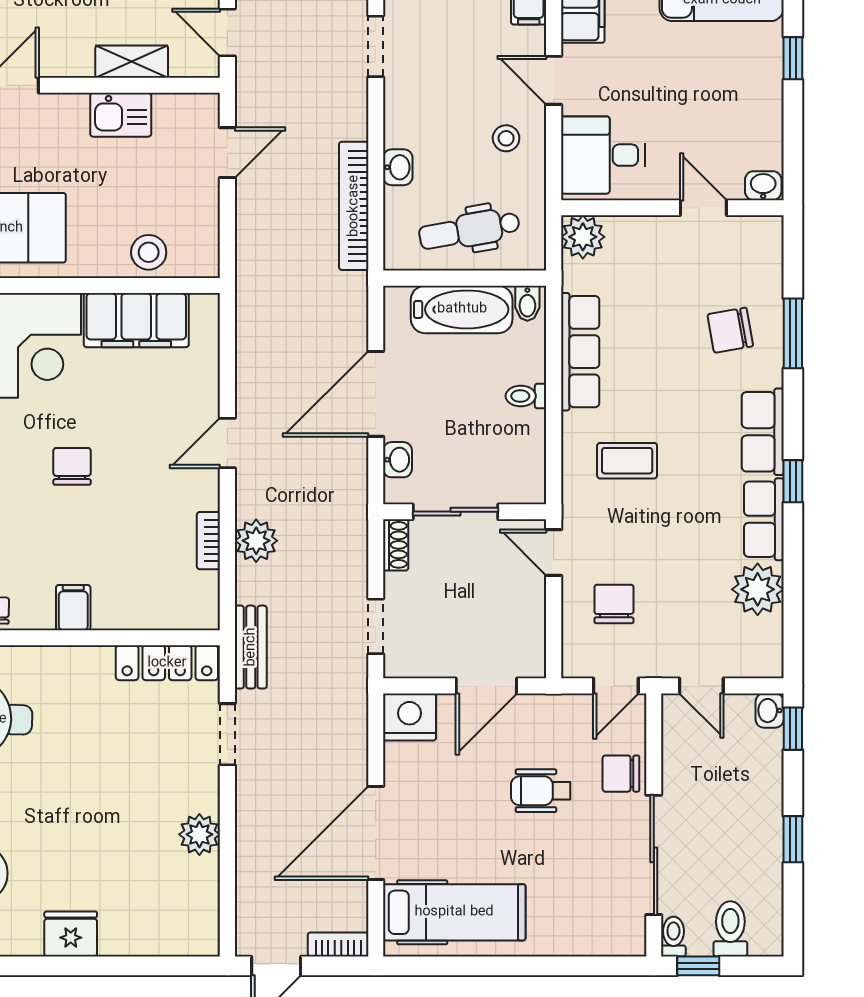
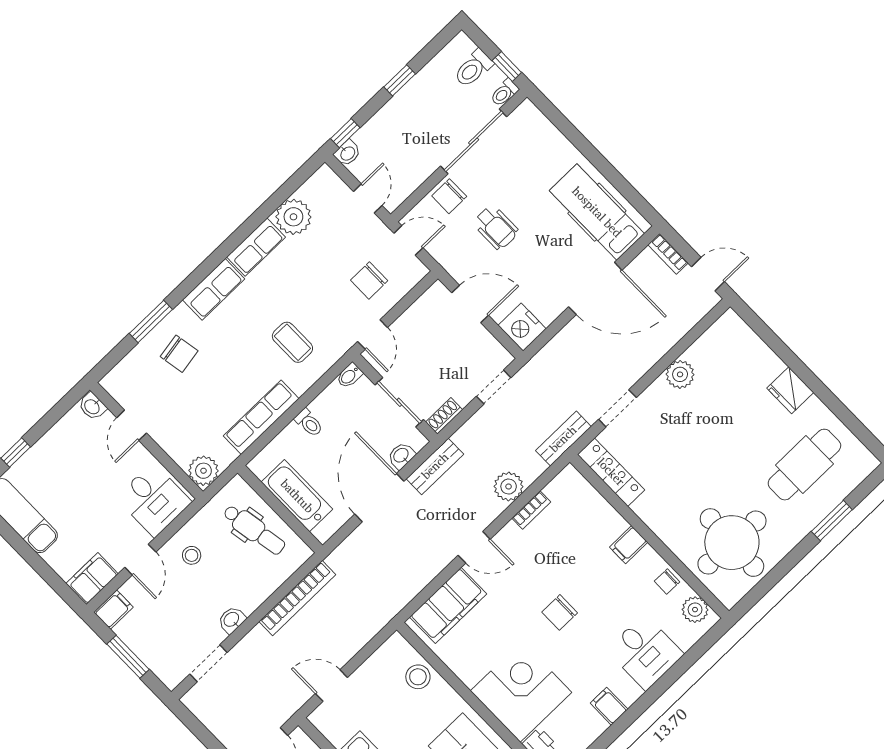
washbasin: (398, 167) -> (232, 620), moved
bidet: (527, 303) -> (349, 376), moved, turned 180
filing cabinet: (136, 320) -> (448, 605), moved, turned 90
door: (376, 394) -> (379, 498), swing flipped
window: (793, 481) -> (224, 251), removed
bench: (352, 484) -> (435, 466), added
chair: (621, 774) -> (449, 196), turned 90

